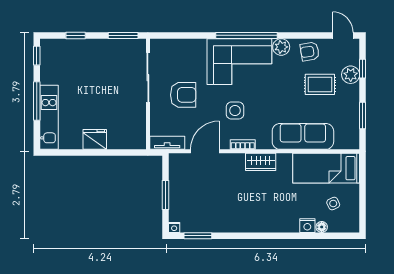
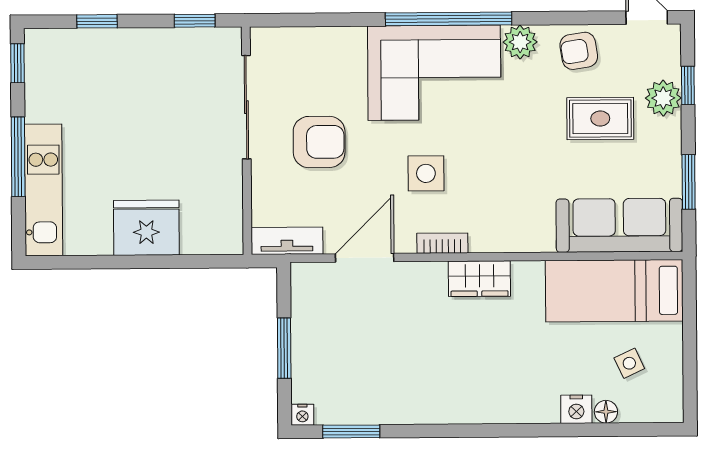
window: (123, 35) -> (195, 21), width x0.67
sofa: (303, 136) -> (619, 225), moved
fridge: (95, 139) -> (146, 228), width x1.36, depth x1.34

